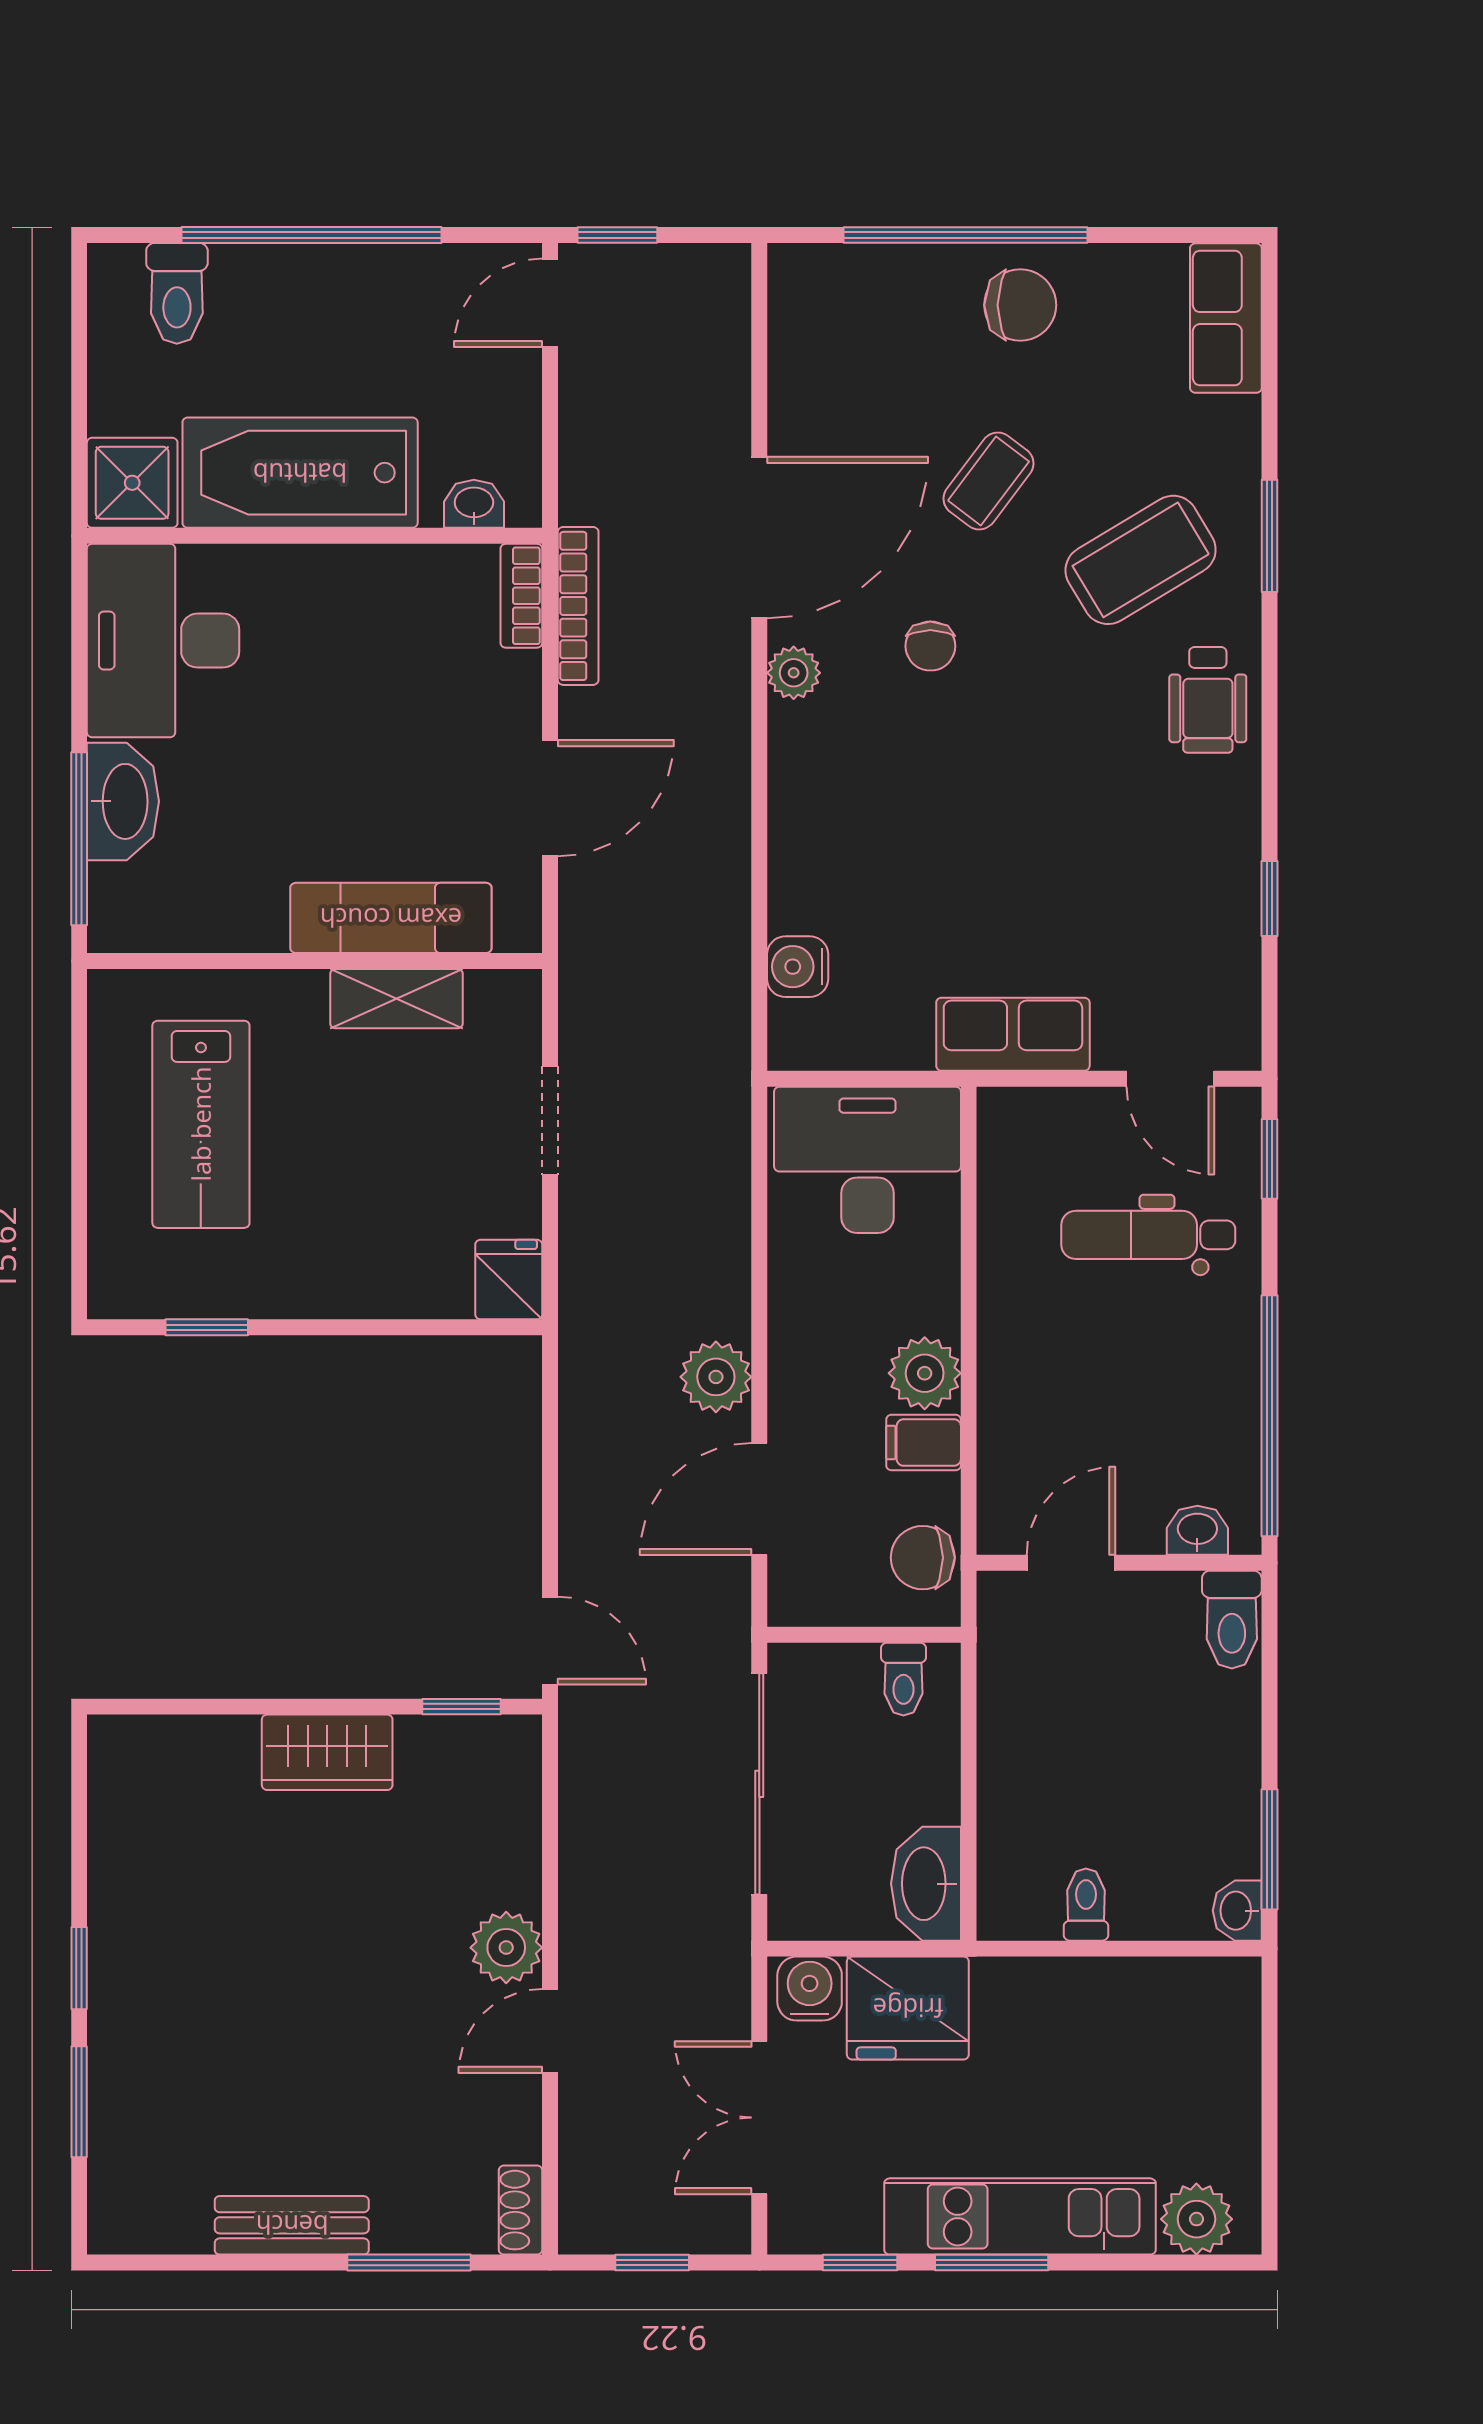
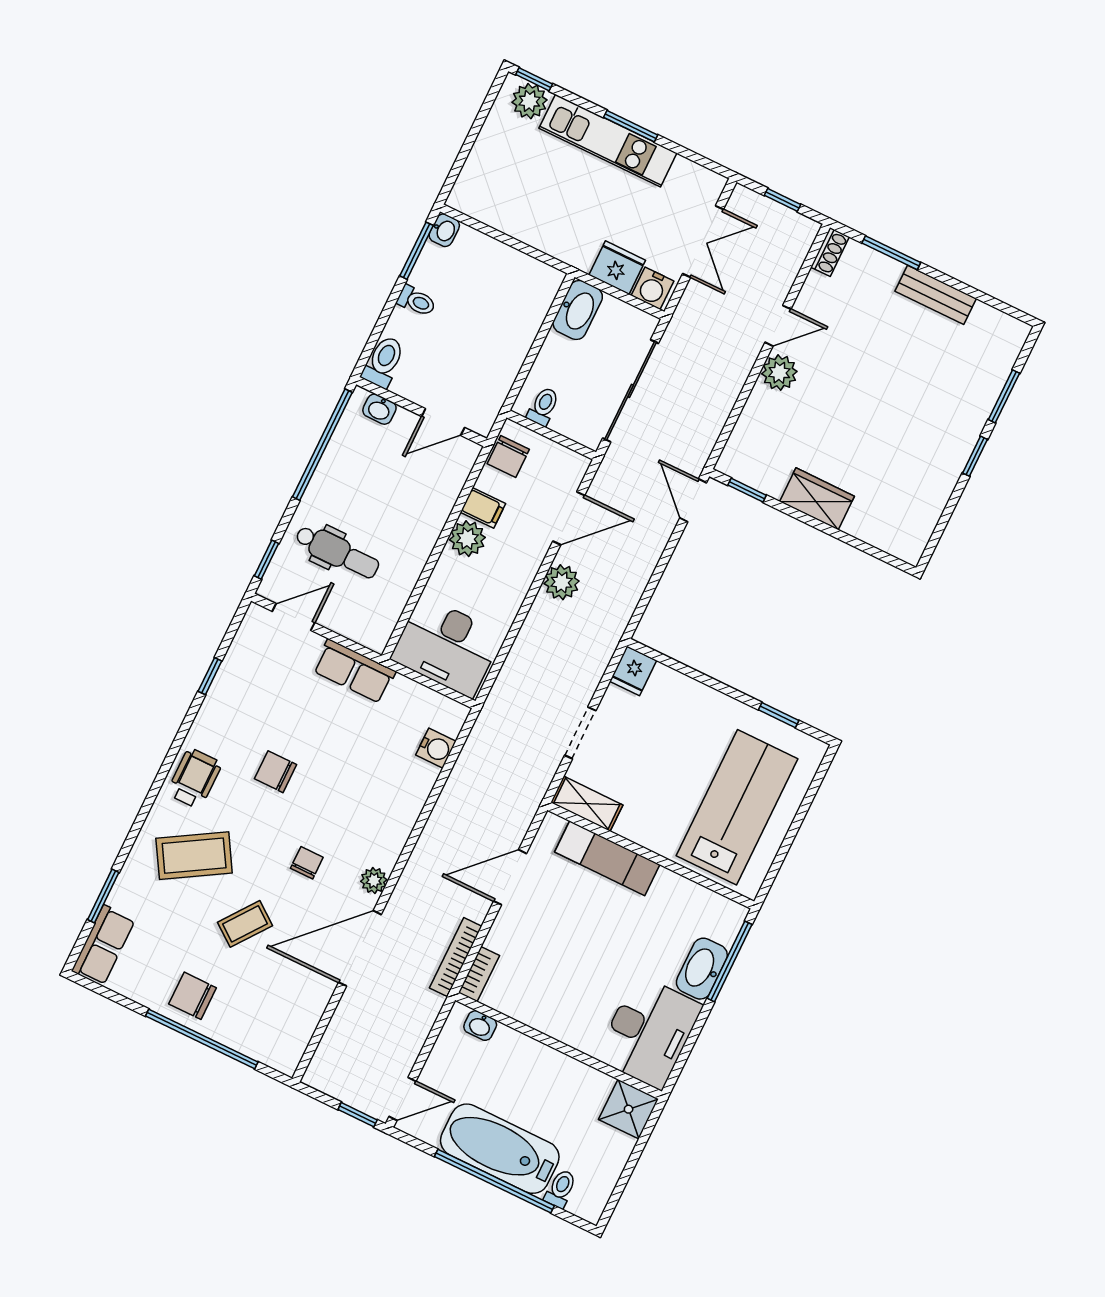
toilet: (177, 293) -> (561, 1189), width x0.73, depth x0.72
bathtub: (300, 473) -> (500, 1149), moved, turned 180
window: (1269, 536) -> (103, 896), moved
chair: (1067, 783) -> (276, 772), added
shelving: (397, 999) -> (587, 804), moved
door: (1170, 1079) -> (293, 617), hinge flipped
lab bench: (201, 1124) -> (737, 807), width x1.36, depth x1.39
chair: (923, 1558) -> (508, 457), turned 90
toilet: (1086, 1905) -> (416, 301), moved, turned -90
fridge: (908, 2008) -> (617, 268), width x0.73, depth x0.75
window: (860, 2263) -> (534, 79), moved

